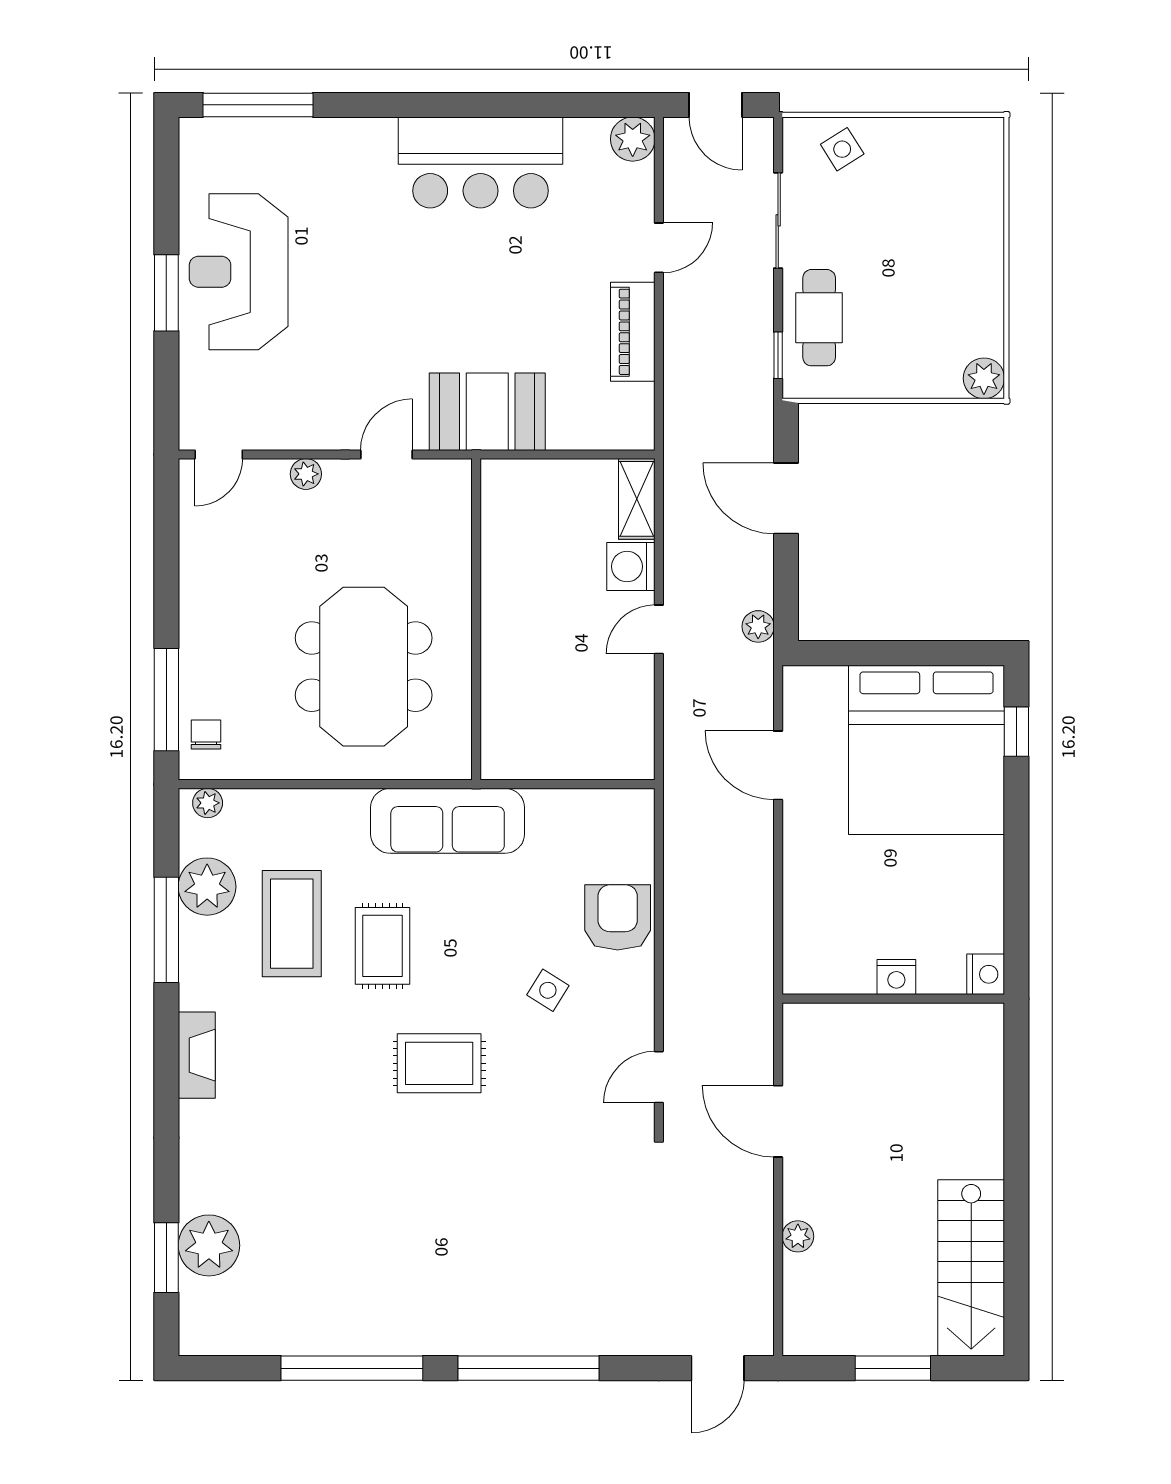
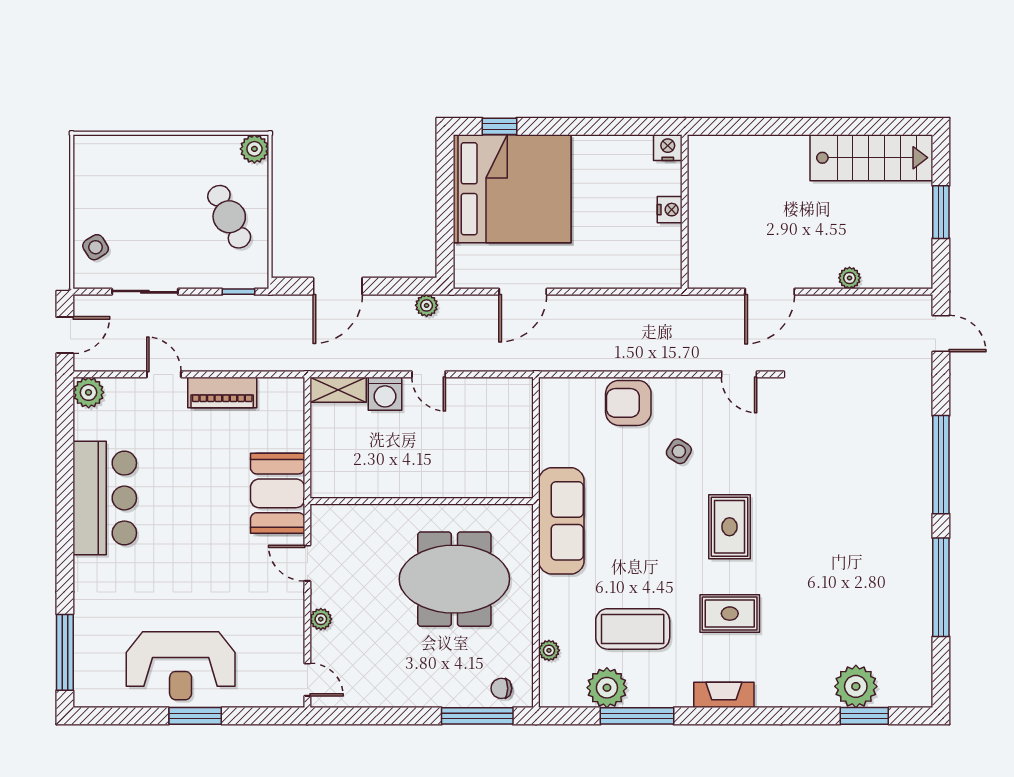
cafe table: (819, 318) -> (229, 217), moved, turned 64
plant: (208, 803) -> (549, 650), moved
rug: (382, 946) -> (730, 614), moved

